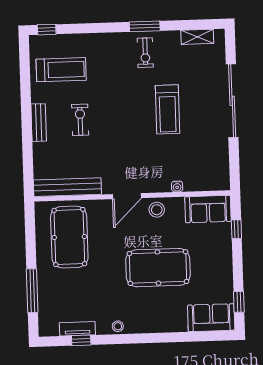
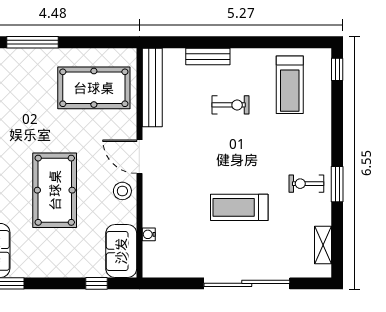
bench: (39, 123) -> (208, 56), moved
water cooler: (177, 186) -> (149, 234), moved

